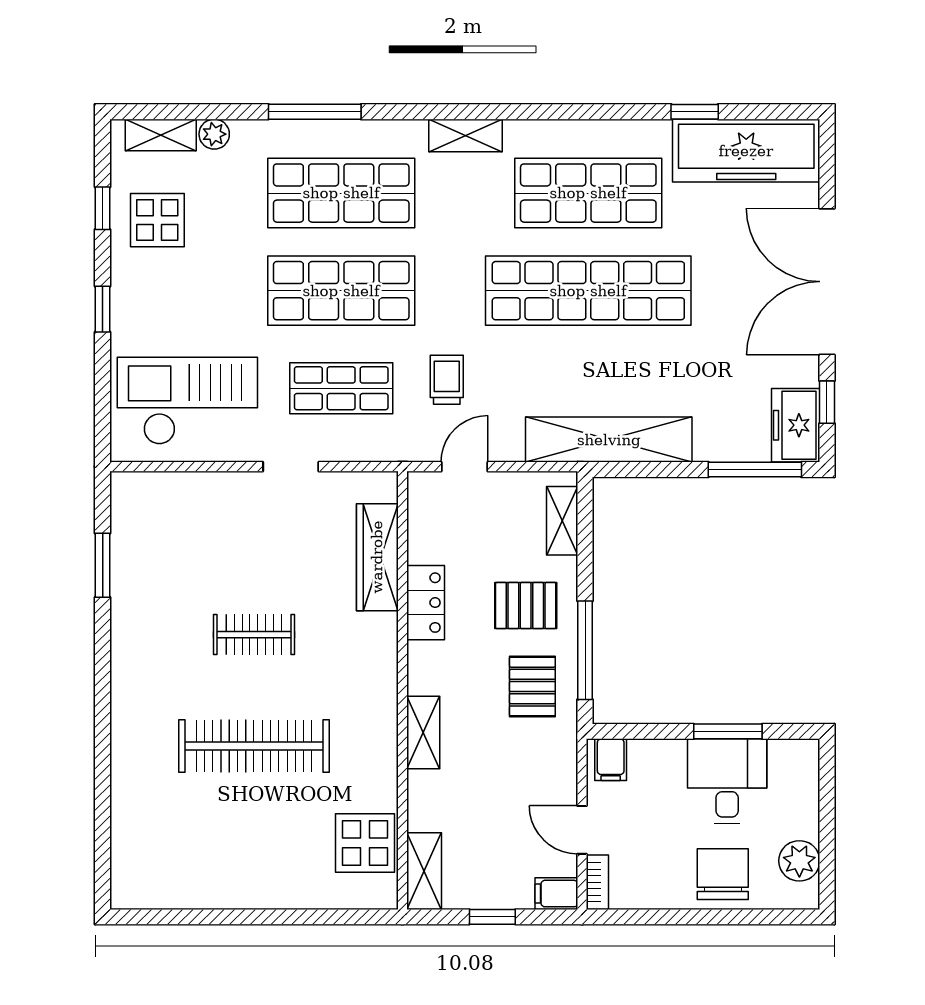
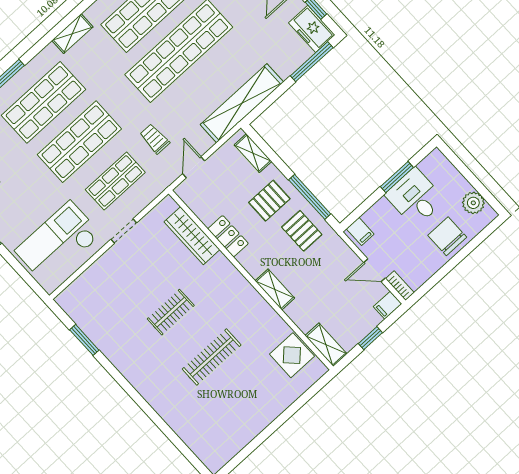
clothes rail: (254, 746) -> (212, 357), width x0.73, depth x0.76

